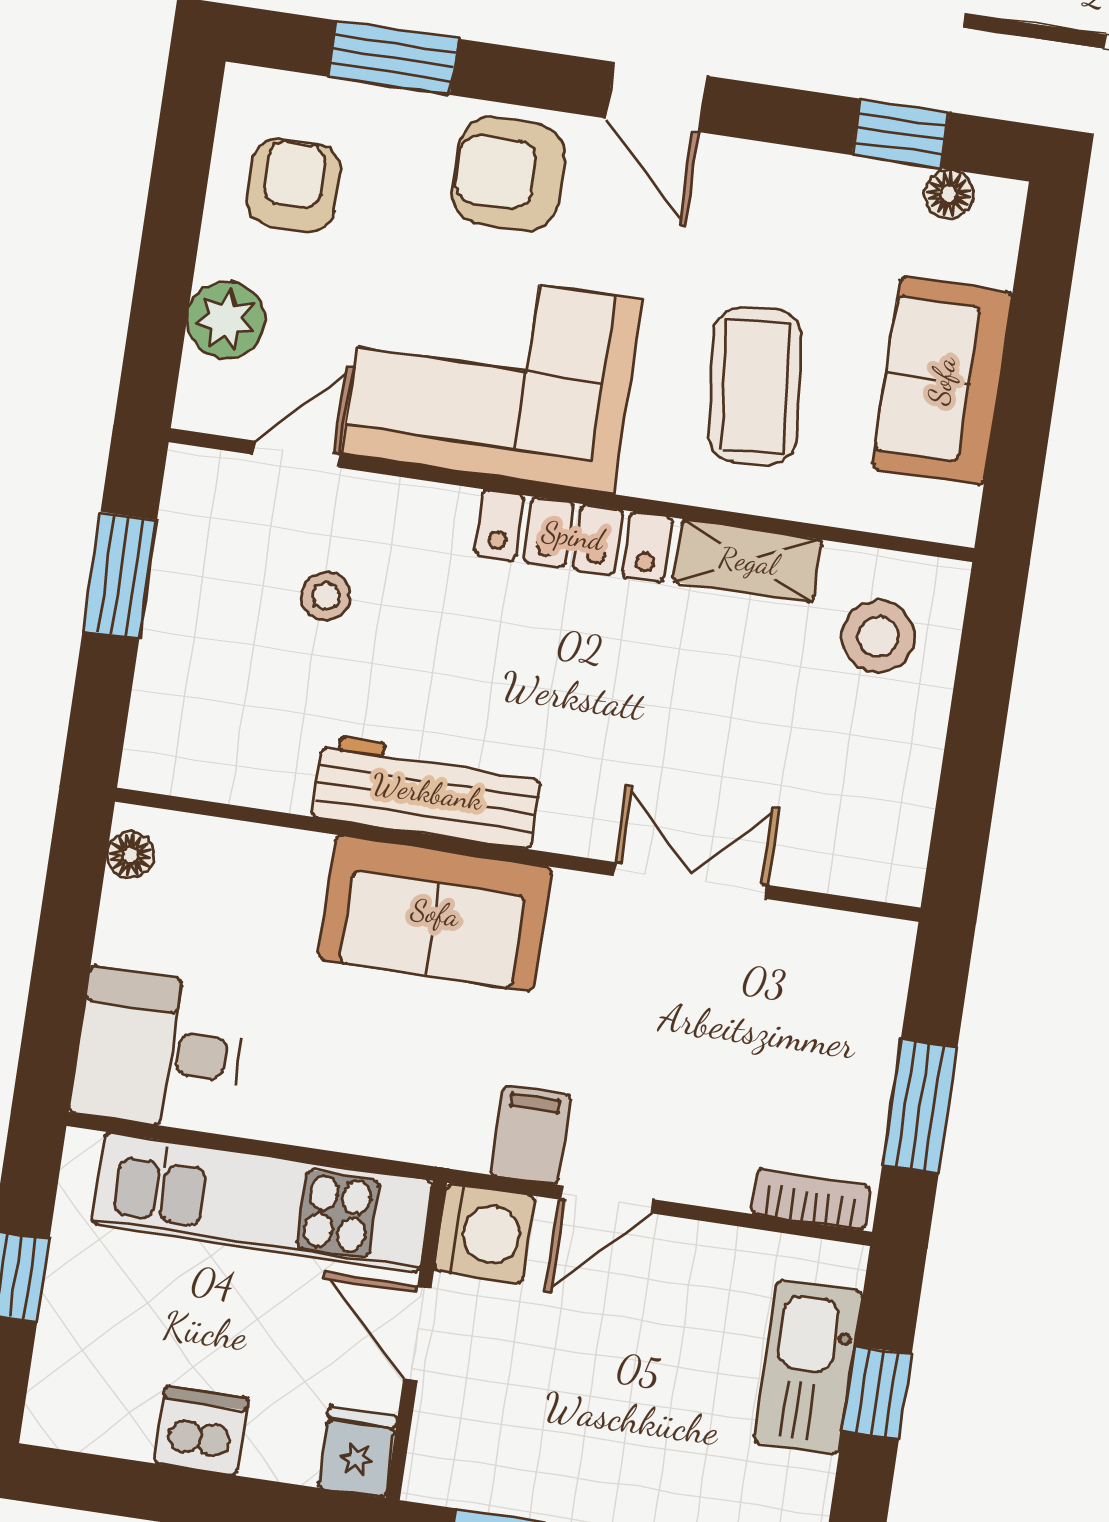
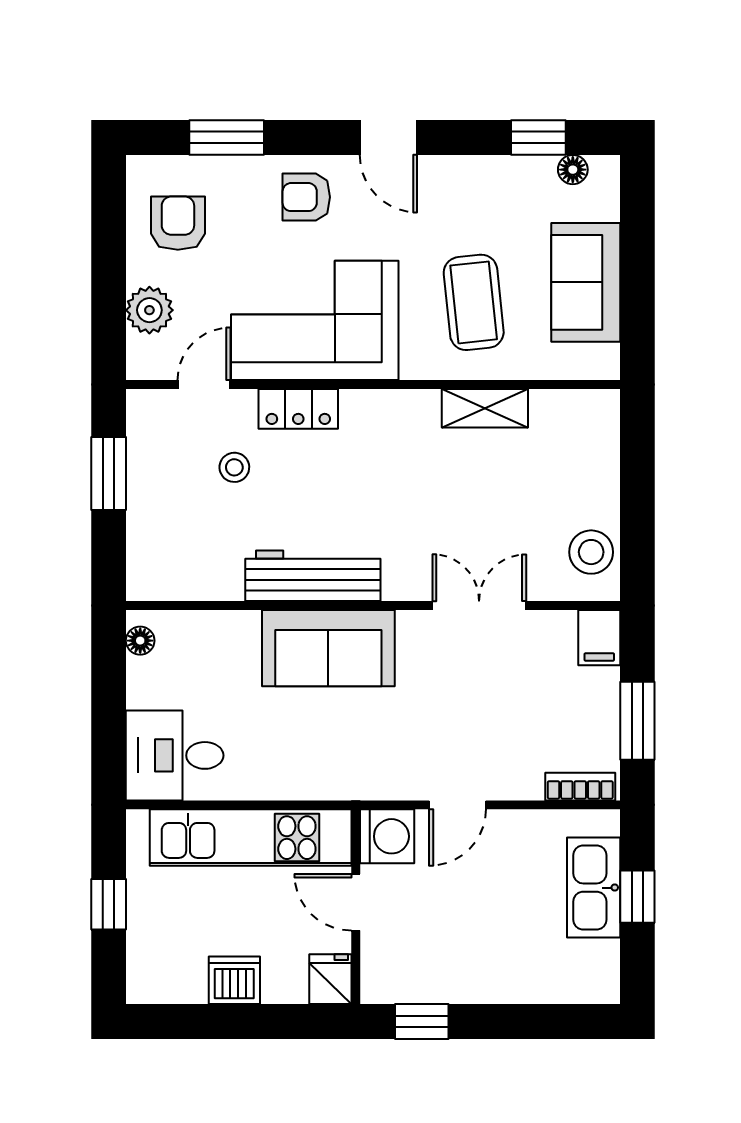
armchair: (509, 174) -> (306, 197), width x0.72, depth x0.72
locker: (573, 536) -> (298, 409), moved, width x0.66
stool: (878, 637) -> (591, 552), moved
filing cabinet: (531, 1135) -> (599, 638), moved, turned 180

